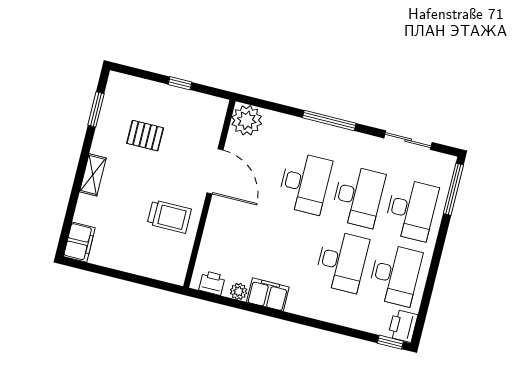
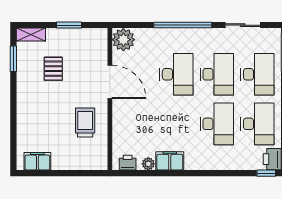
window: (180, 83) -> (69, 25), width x1.50
window: (329, 121) -> (183, 25), width x1.46
pallet: (145, 136) -> (53, 69), turned 90
shelving: (93, 175) -> (31, 35), moved, turned 90
trolley: (169, 217) -> (85, 123), turned -90
filing cabinet: (79, 242) -> (37, 161), moved, turned -90

